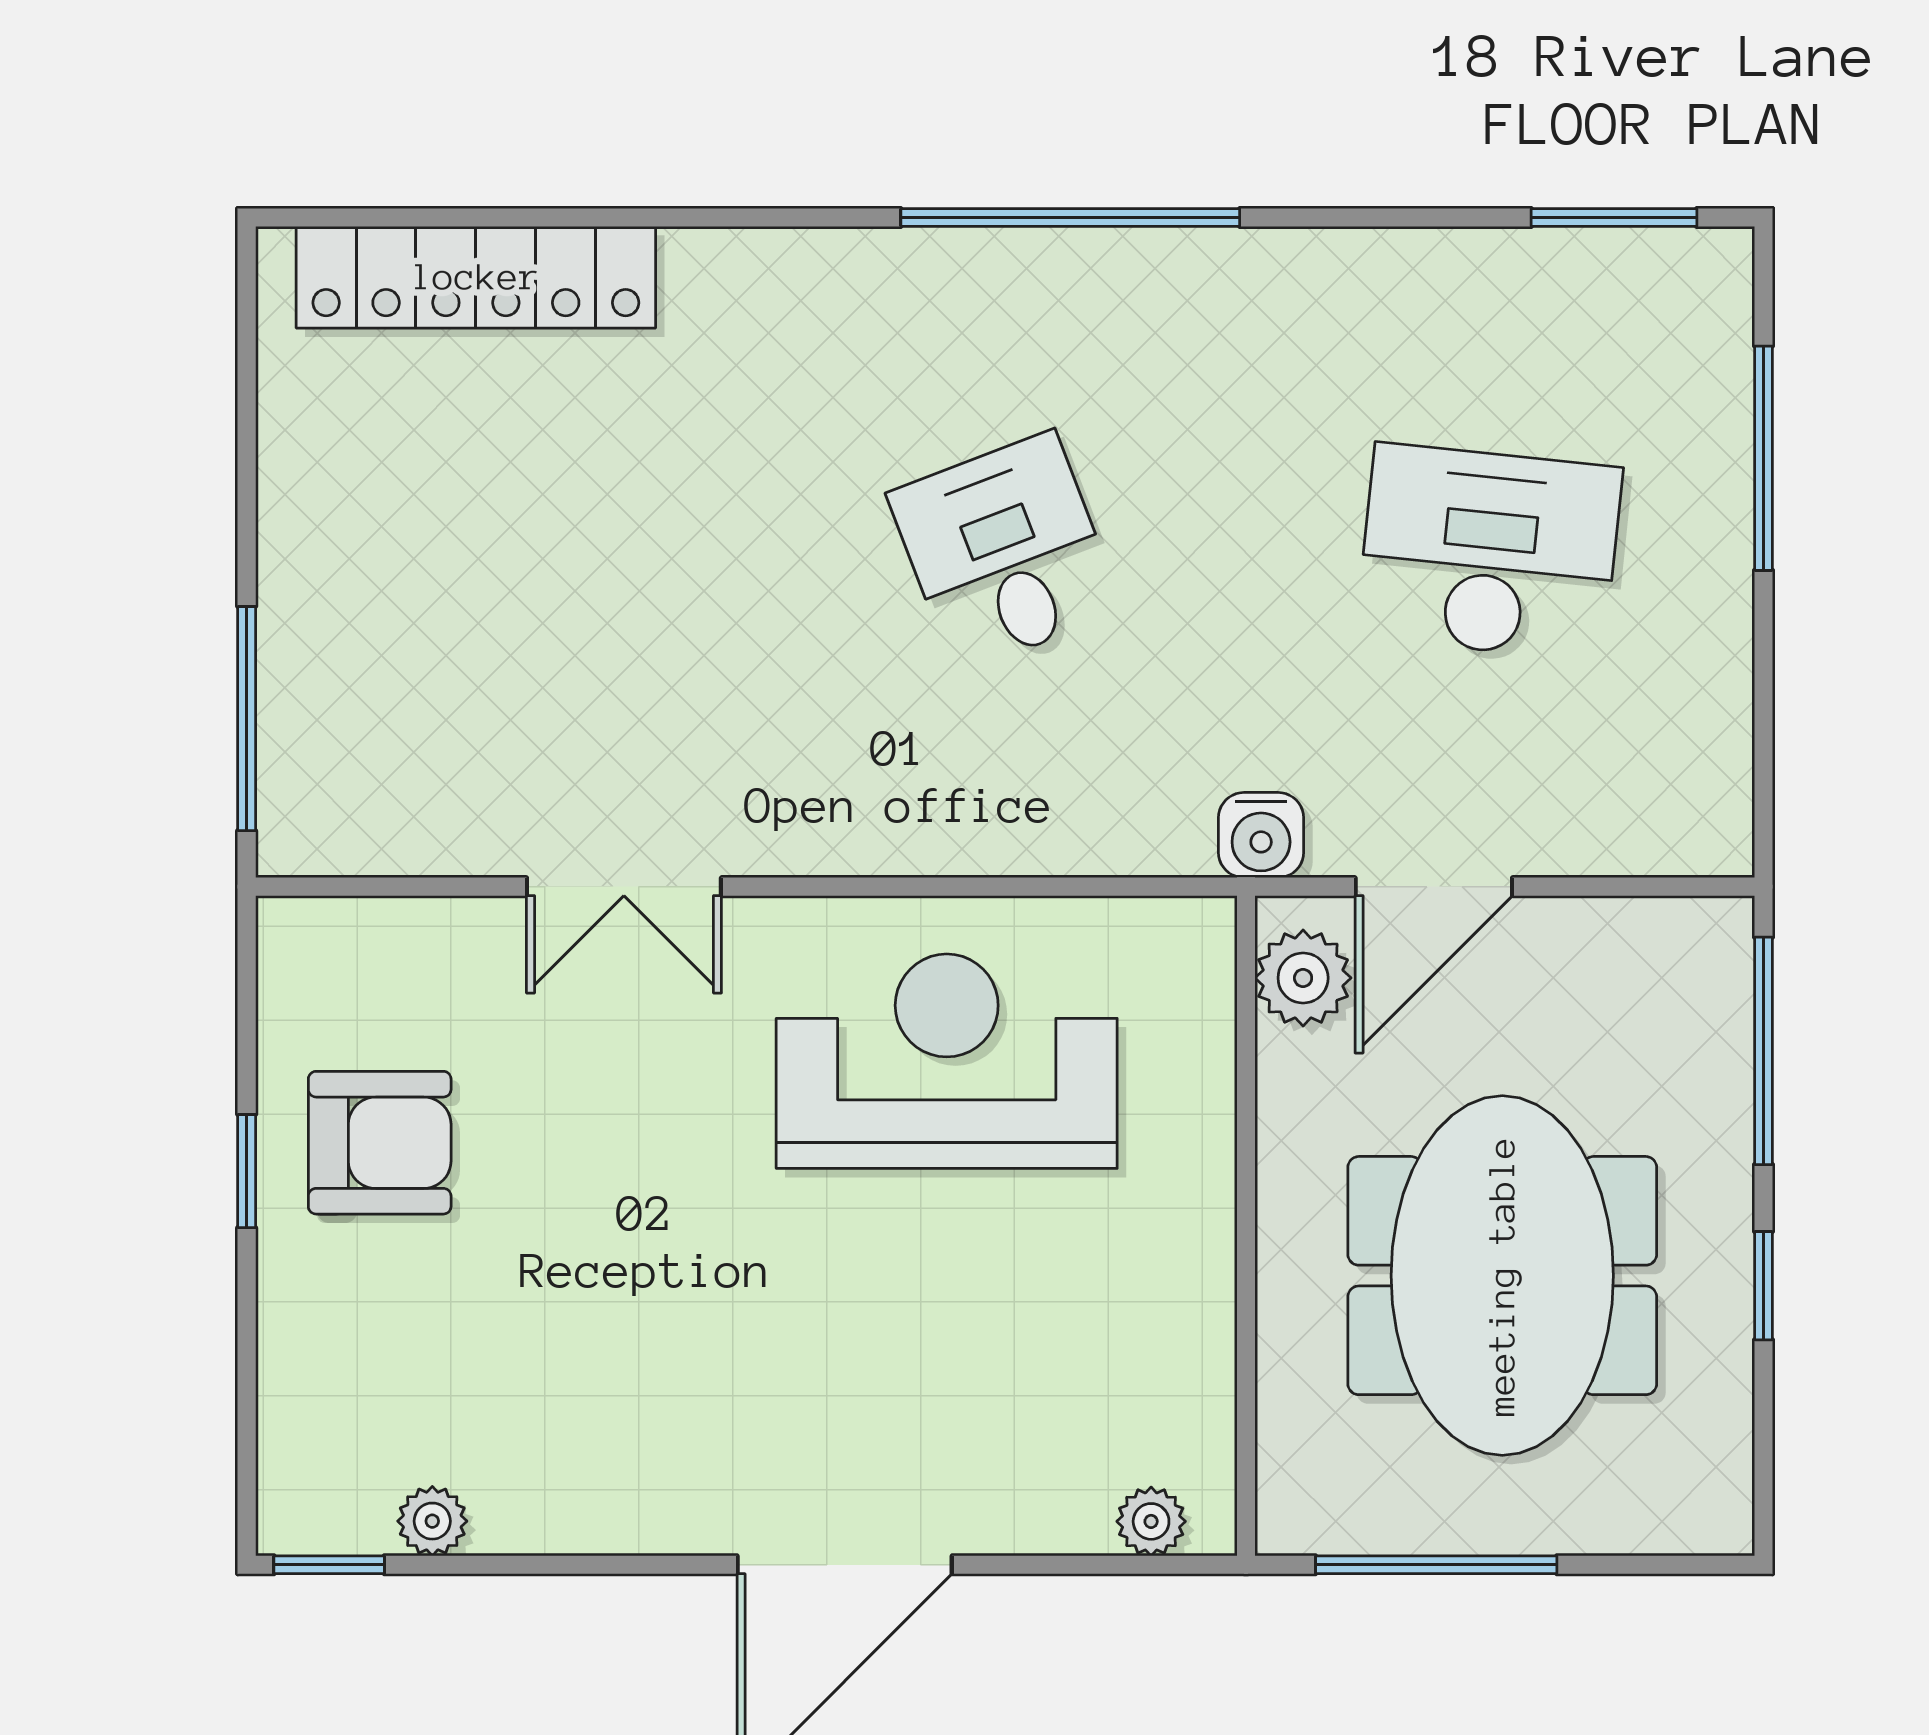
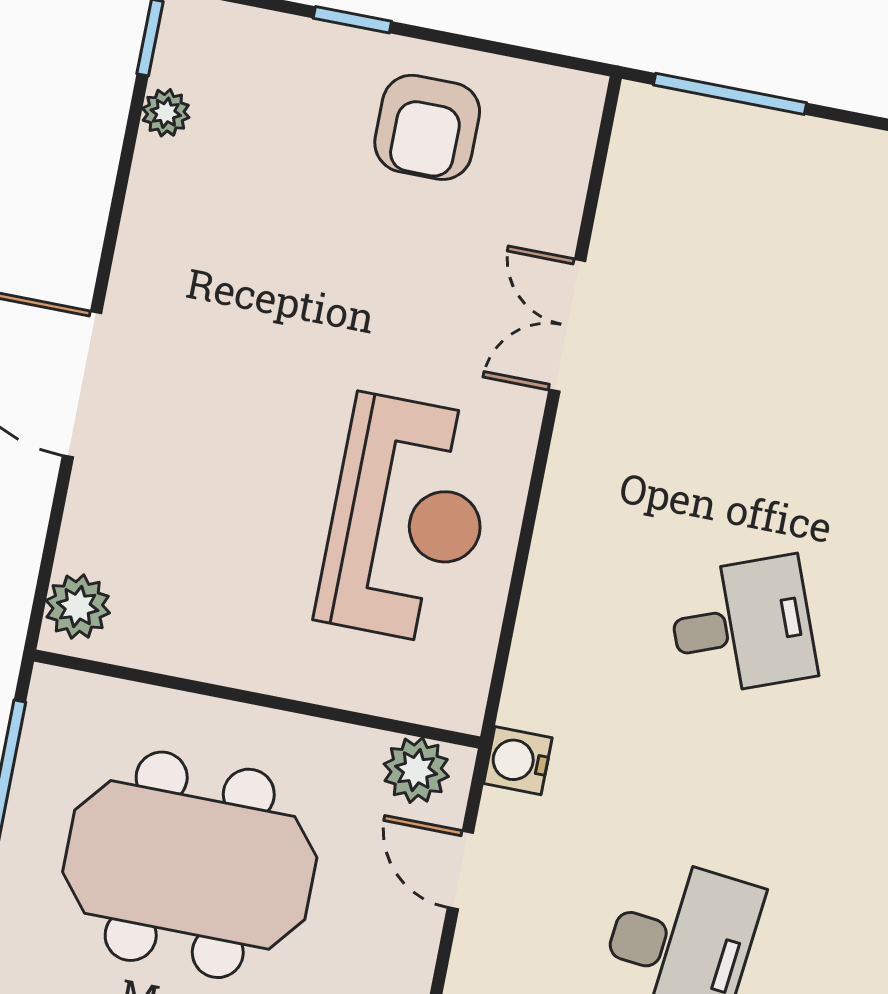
door: (1434, 887) -> (460, 870), width x0.73
window: (247, 1171) -> (352, 20), moved
plant: (1151, 1521) -> (78, 607), width x1.38, depth x1.38

